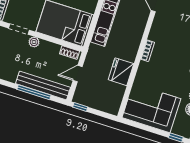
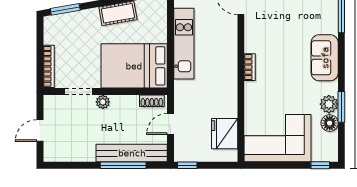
fridge: (121, 72) -> (225, 134), moved

